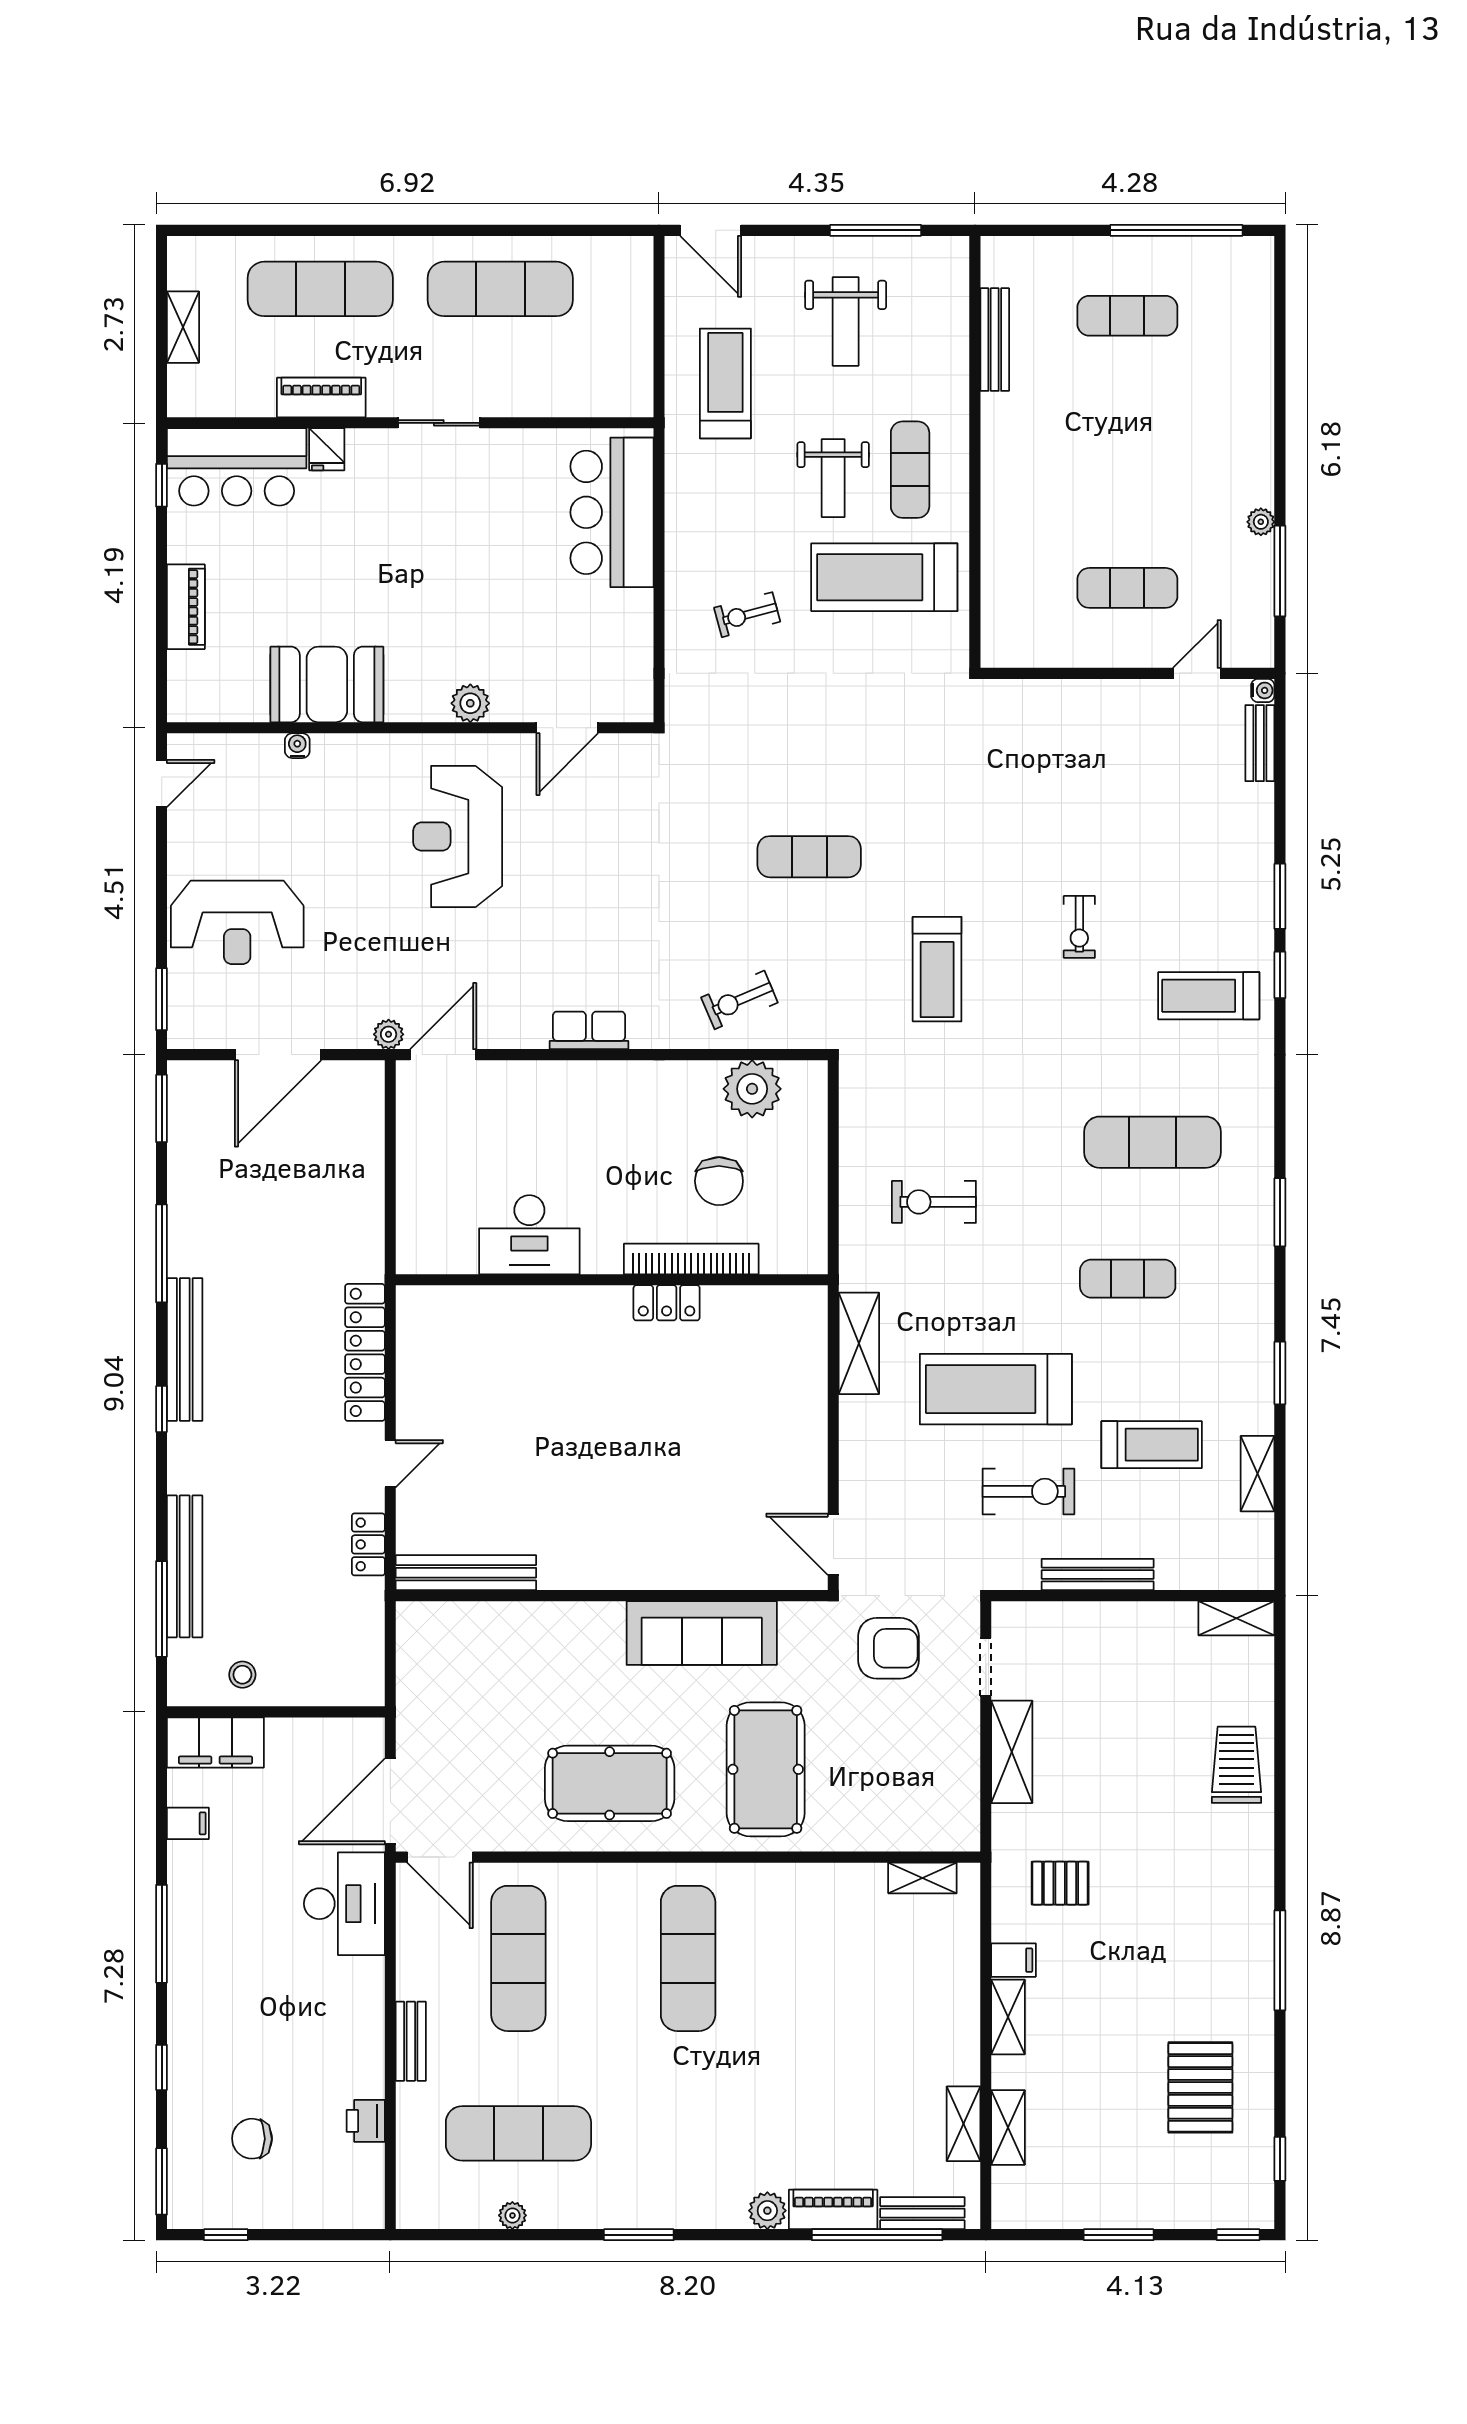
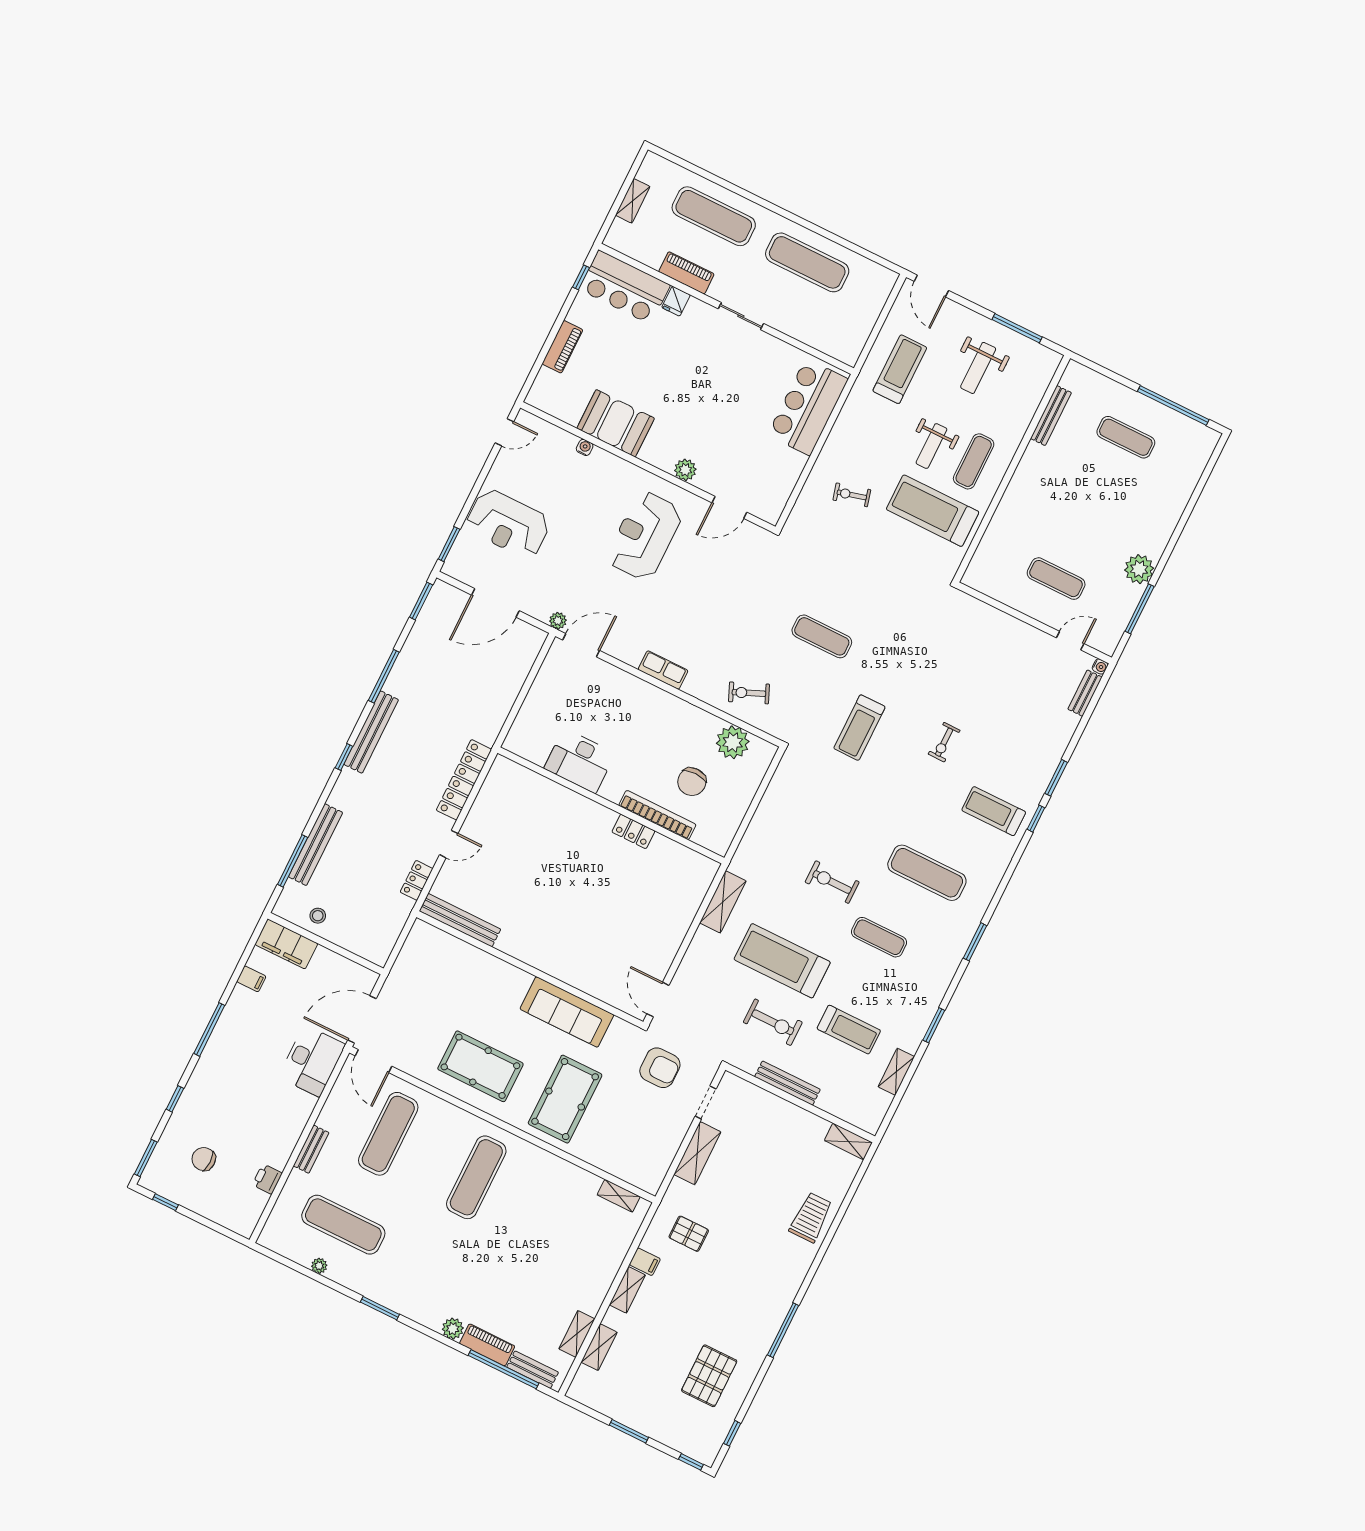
plant: (1261, 522) -> (1139, 569), width x1.88, depth x1.88
exercise bike: (934, 1202) -> (832, 882), moved

